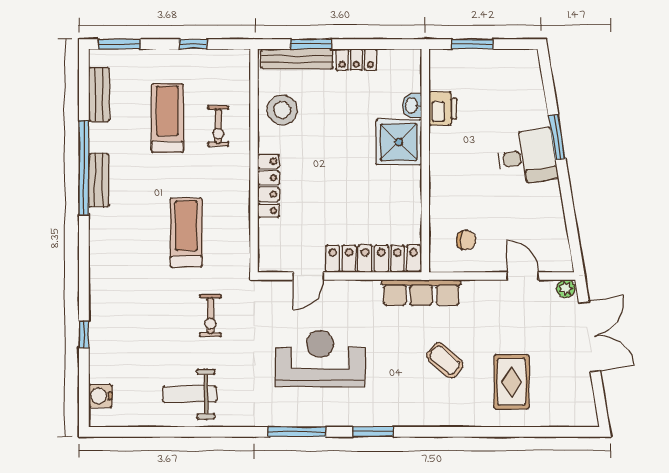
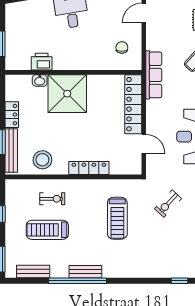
shower: (399, 142) -> (67, 94), width x1.37, depth x1.37
treadmill: (186, 233) -> (117, 218), turned -90
exercise bike: (210, 316) -> (168, 204), turned 133

